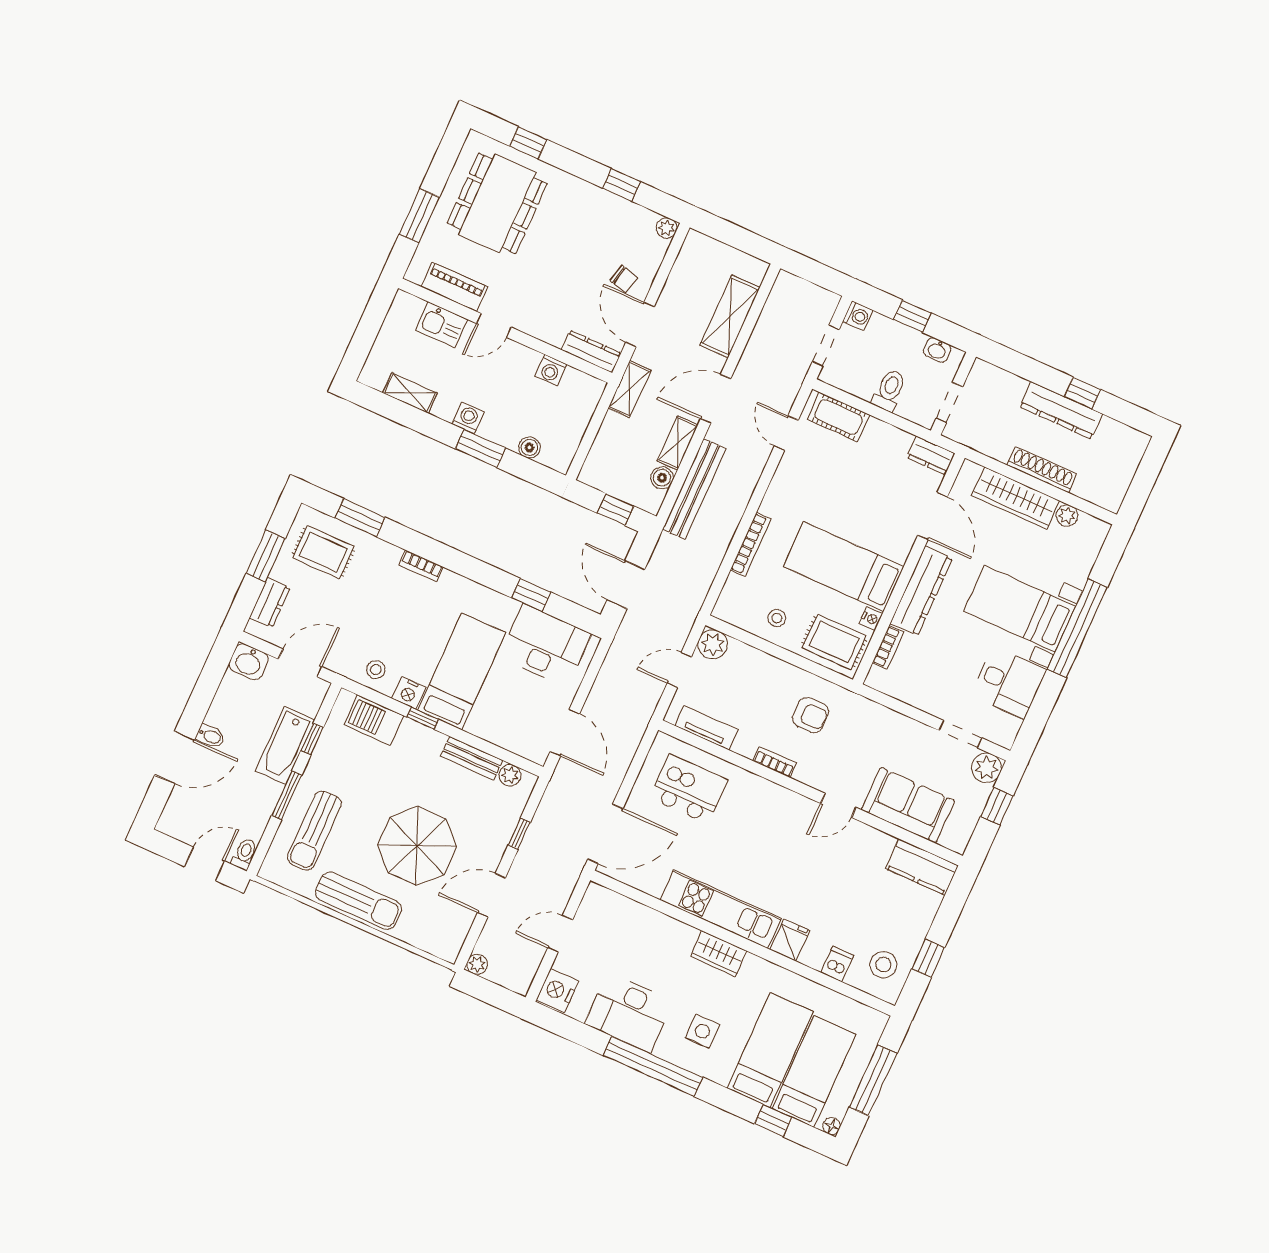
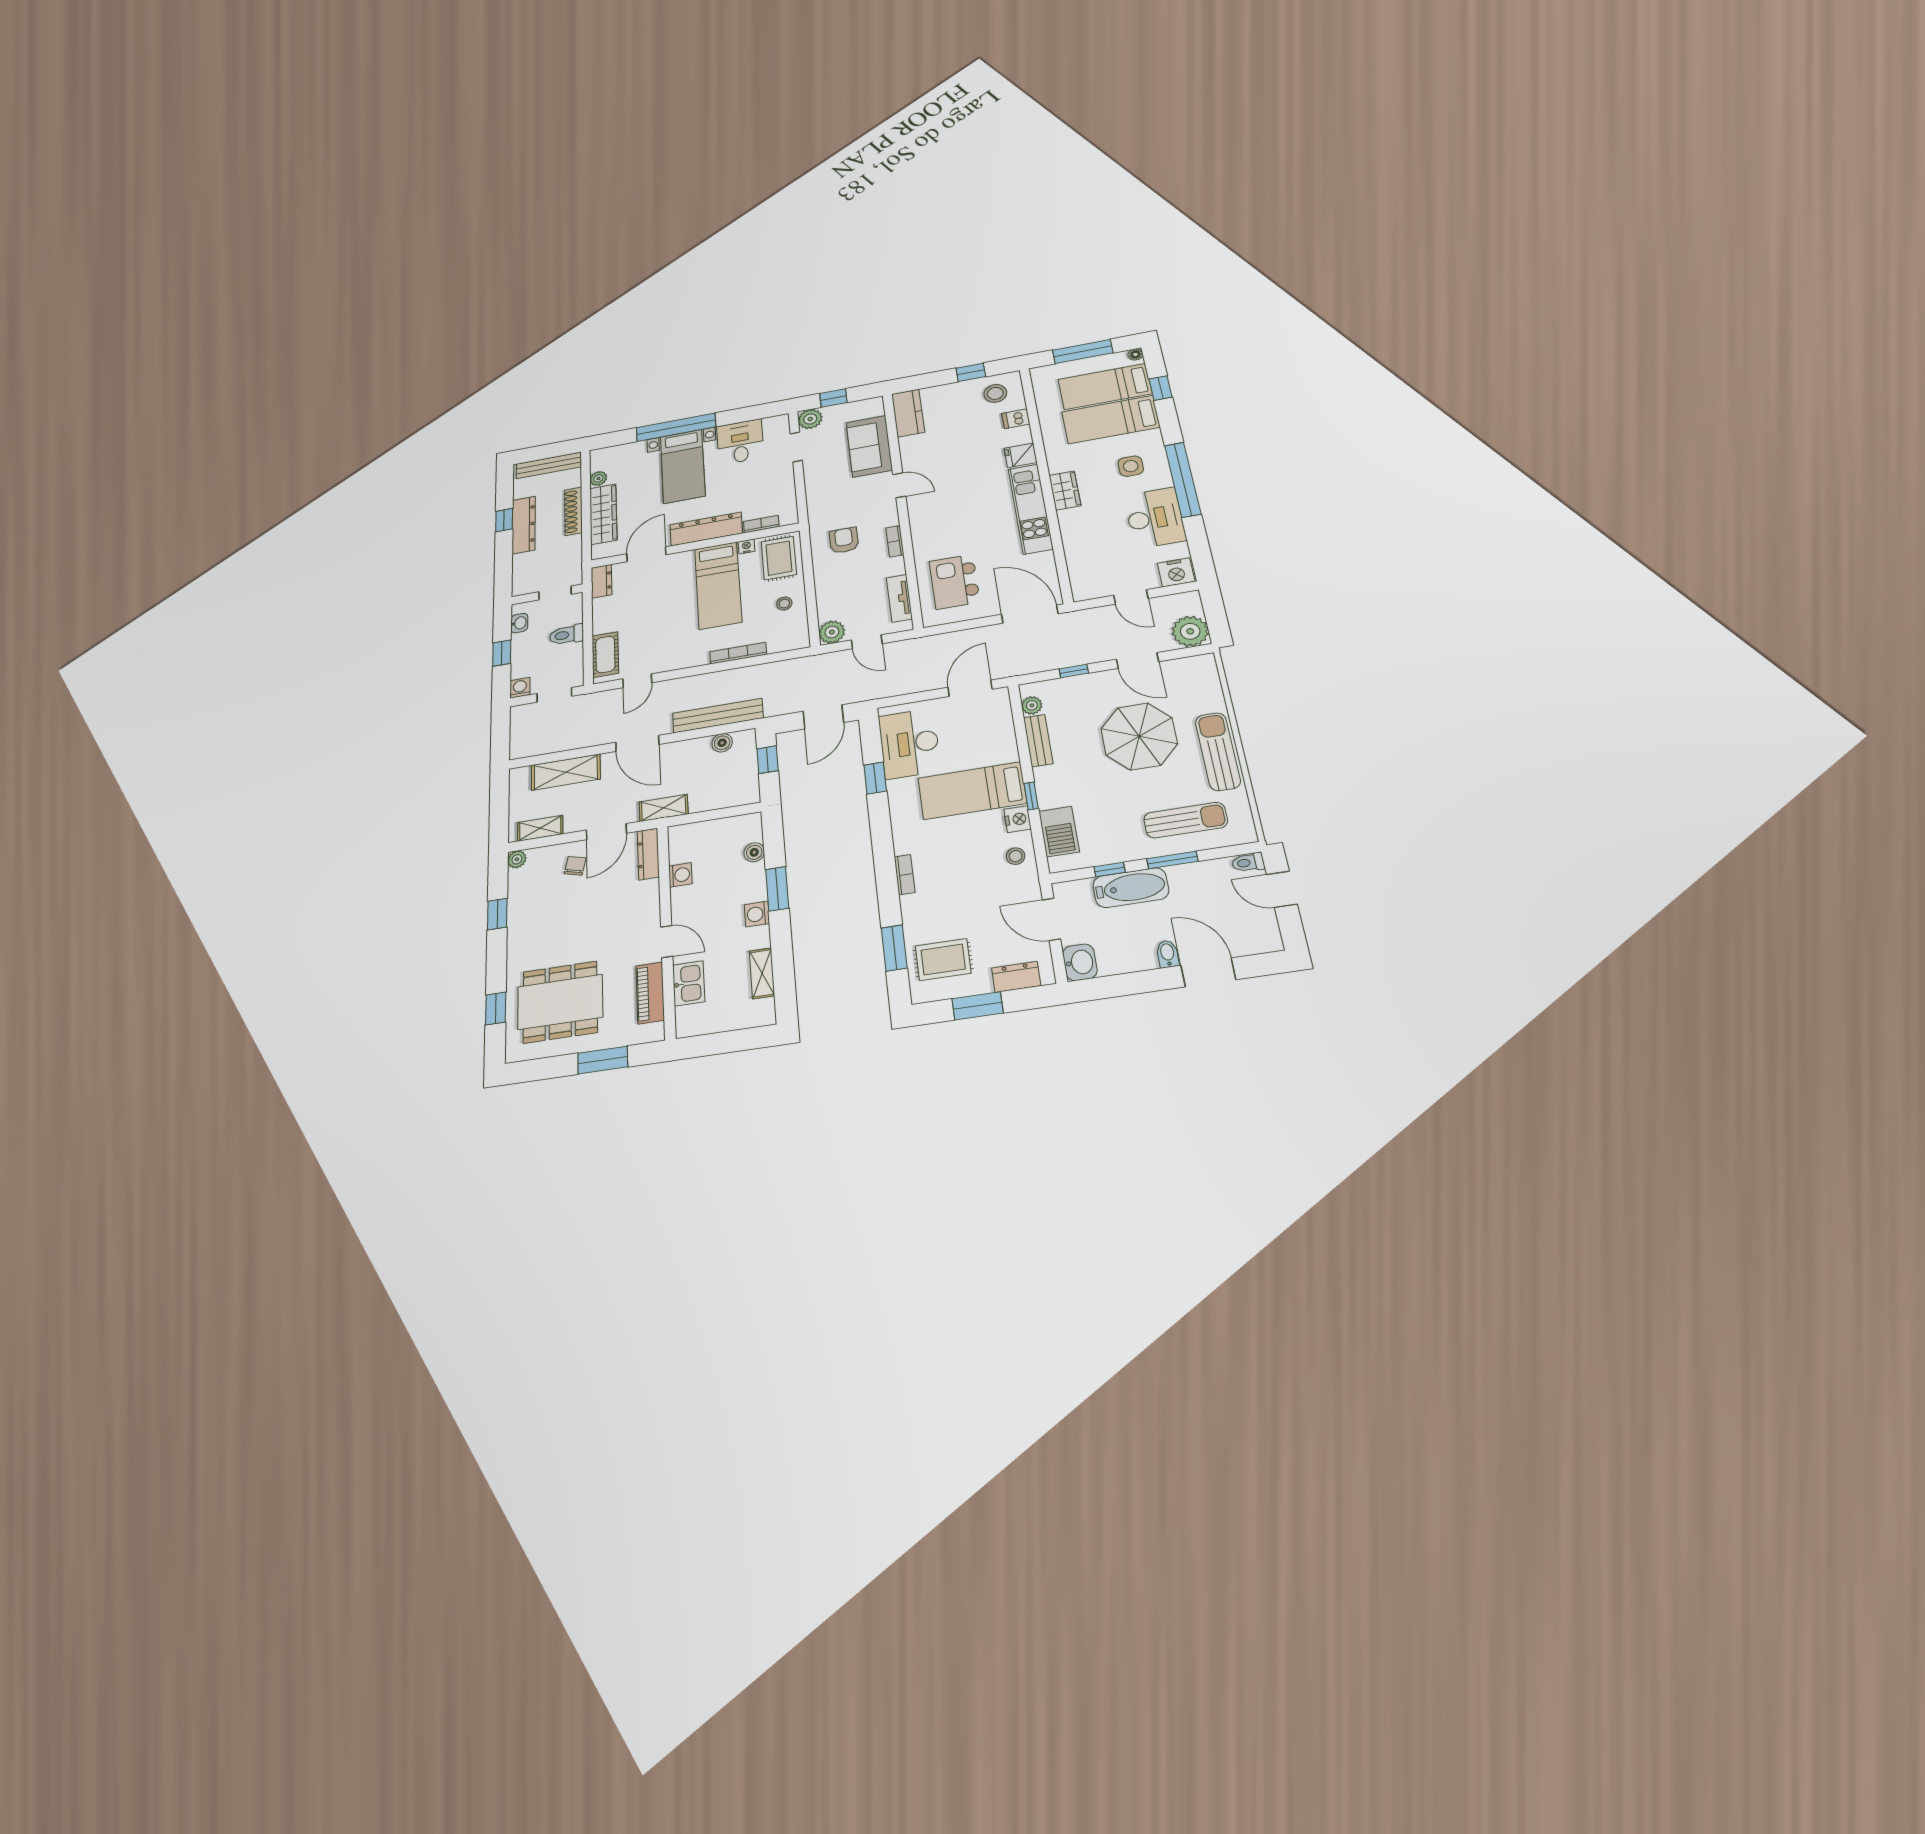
shelving: (678, 443) -> (540, 828), moved
bench: (1123, 473) -> (549, 465), added
rug: (323, 552) -> (943, 960), turned 90
plant: (477, 964) -> (1190, 631), width x1.88, depth x1.88

